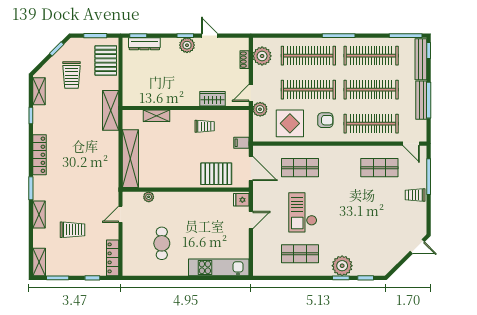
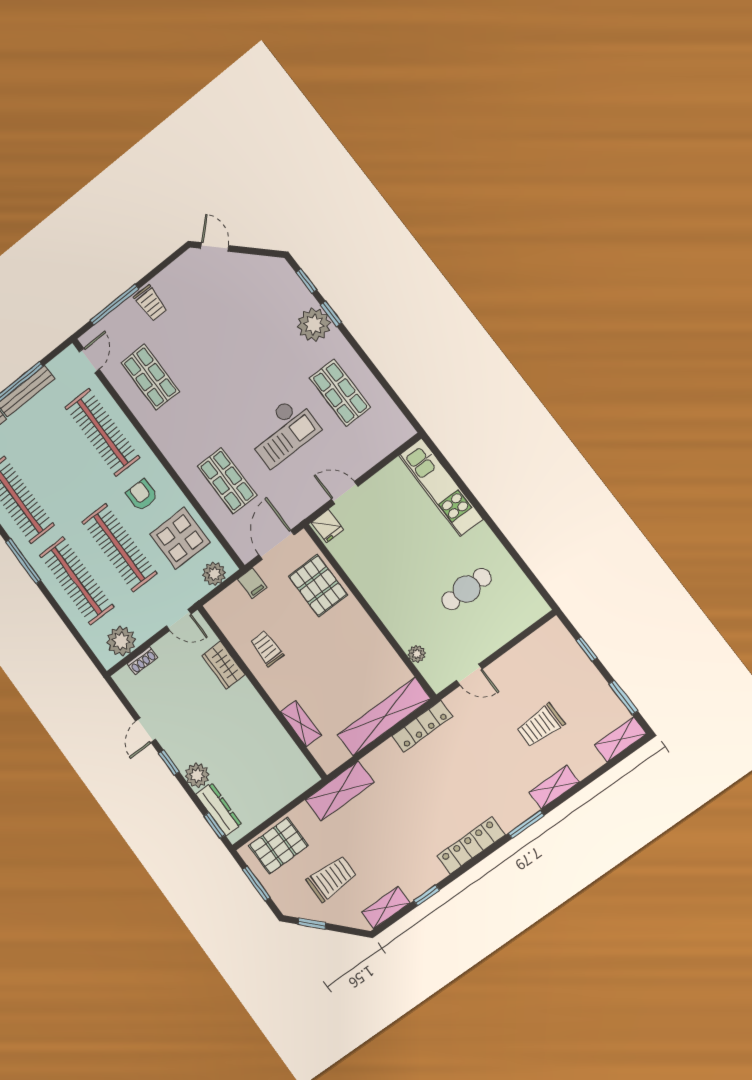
plant: (187, 45) -> (197, 775), moved
clothes rail: (371, 90) -> (60, 466), removed
plant: (260, 109) -> (214, 574), moved
trolley: (72, 230) -> (540, 725), turned -90
locker: (113, 258) -> (422, 726), moved

